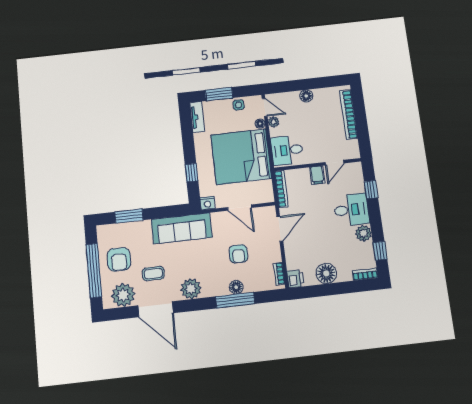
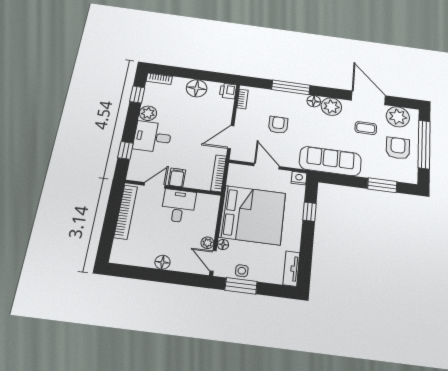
window: (219, 94) -> (241, 286), moved
bookcase: (349, 114) -> (126, 212), moved
desk: (287, 150) -> (178, 206), moved, turned -90
floor lamp: (236, 287) -> (314, 101), moved

